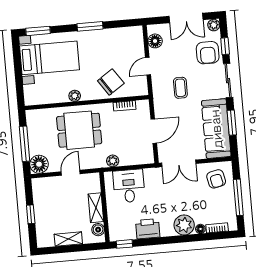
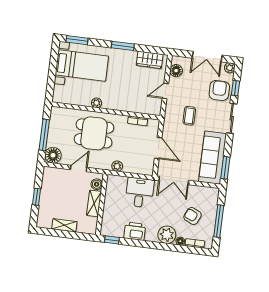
wardrobe: (123, 35) -> (150, 60), added
armchair: (208, 53) -> (219, 90), turned 180
chair: (111, 82) -> (130, 98), removed
window: (232, 123) -> (225, 168), moved
door: (154, 131) -> (158, 148), hinge flipped
armchair: (216, 179) -> (193, 216), moved, turned 127
desk: (129, 186) -> (140, 192), moved
boiler: (98, 230) -> (97, 184), moved

